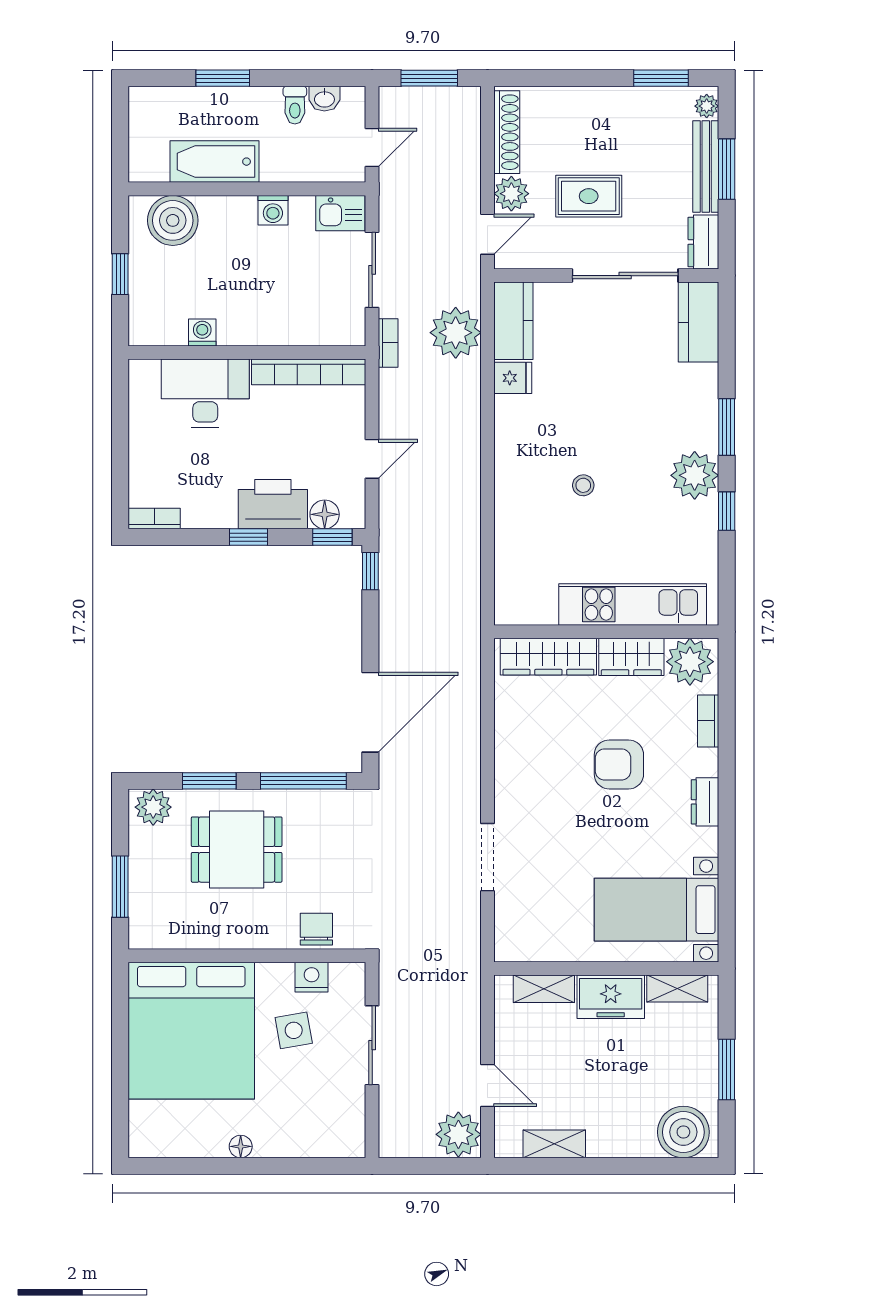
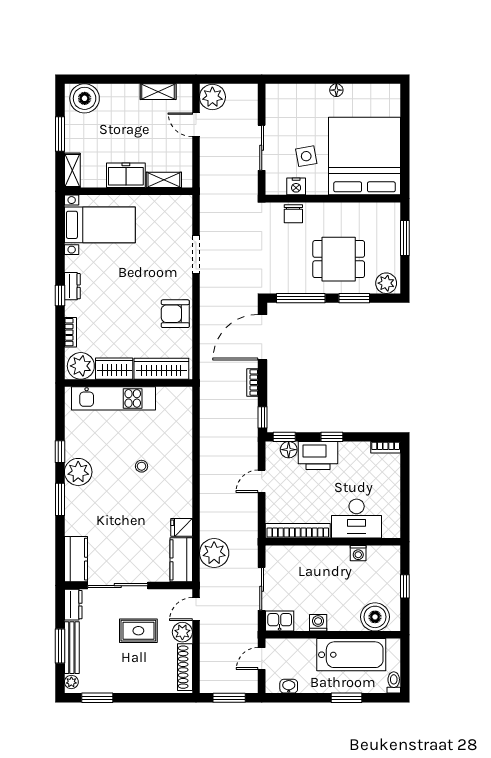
toilet: (295, 105) -> (394, 682), moved
bathtub: (215, 162) -> (351, 655), width x1.36, depth x1.36
bookcase: (388, 343) -> (252, 382), moved
armchair: (619, 764) -> (175, 314), moved, turned 180
window: (727, 785) -> (60, 295), added
shelving: (677, 989) -> (72, 170), moved, turned 90

